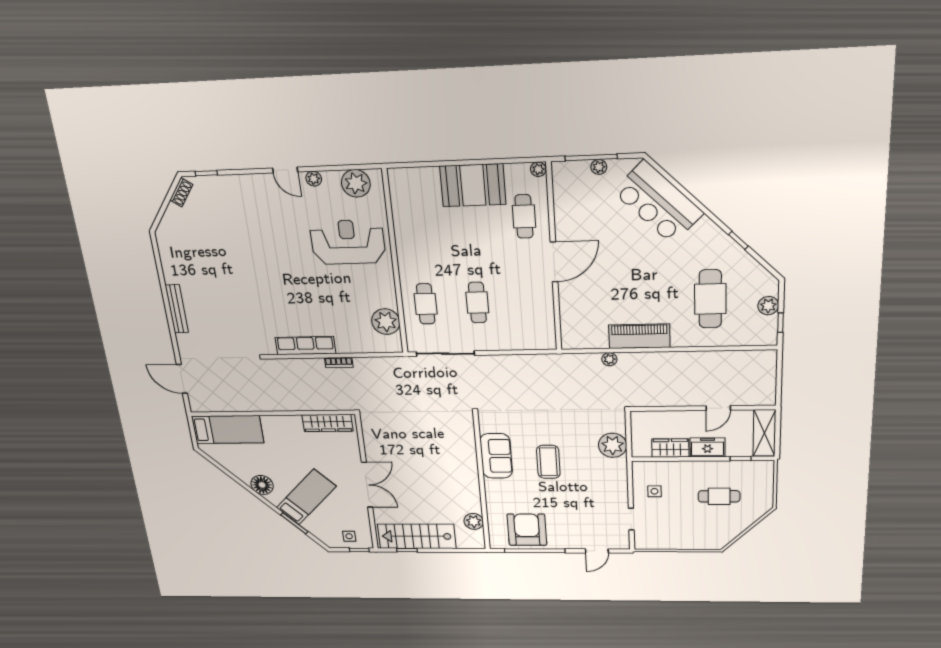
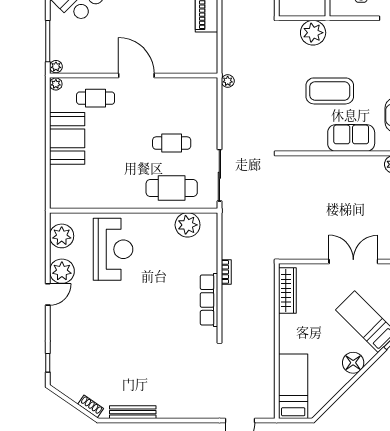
plant: (599, 167) -> (56, 67), moved
plant: (314, 179) -> (62, 271), width x1.87, depth x1.87
shoe rack: (181, 192) -> (91, 406), moved
reception desk: (348, 242) -> (113, 249), turned 180
cafe table: (426, 304) -> (172, 188), width x1.37, depth x1.35
bench: (177, 309) -> (133, 412), moved
plant: (609, 359) -> (228, 81), moved
sofa: (496, 456) -> (351, 138), moved
coffee table: (548, 462) -> (330, 91), width x1.36, depth x1.32

